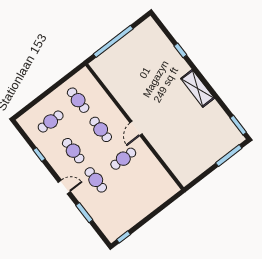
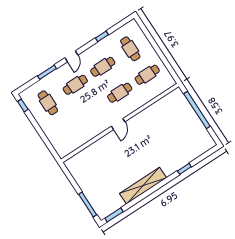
shelving: (198, 88) -> (143, 186), width x1.47
door: (136, 128) -> (118, 124), swing flipped
cafe table: (123, 159) -> (48, 103), moved

